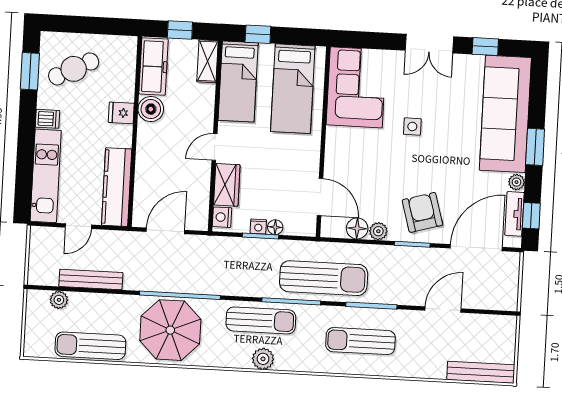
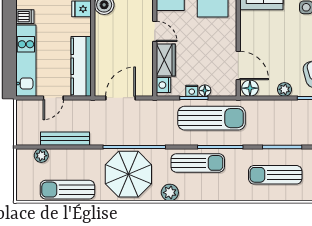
door: (215, 147) -> (155, 31), swing flipped
floor lamp: (357, 228) -> (250, 88), moved
sun lounger: (324, 278) -> (211, 118), moved
plant: (263, 359) -> (170, 193), moved

